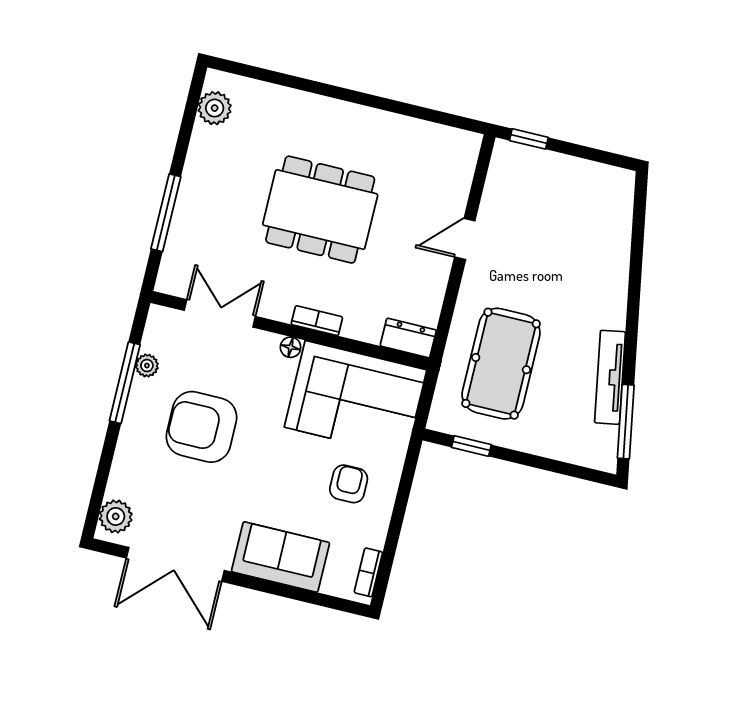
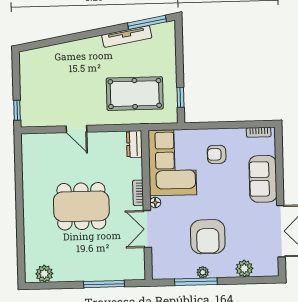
dining table: (320, 210) -> (81, 206), turned 90
double door: (220, 313) -> (147, 229), moved
plant: (147, 366) -> (203, 272), moved
plant: (116, 516) -> (244, 269), moved

